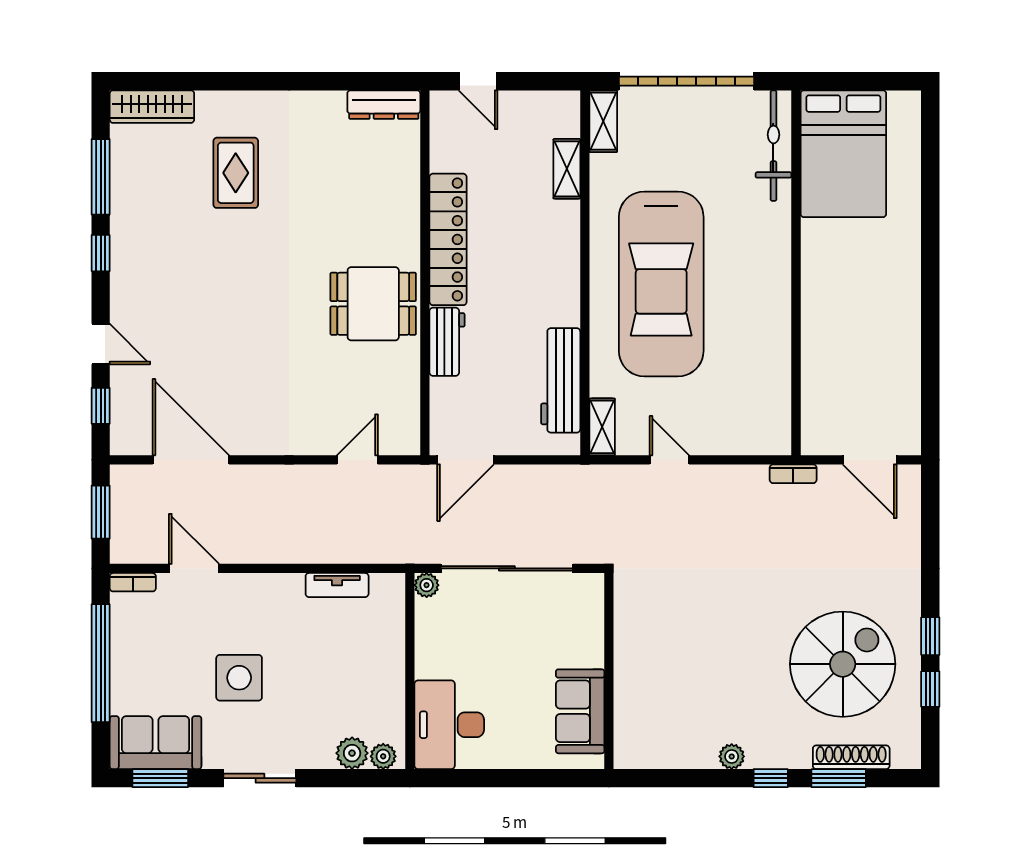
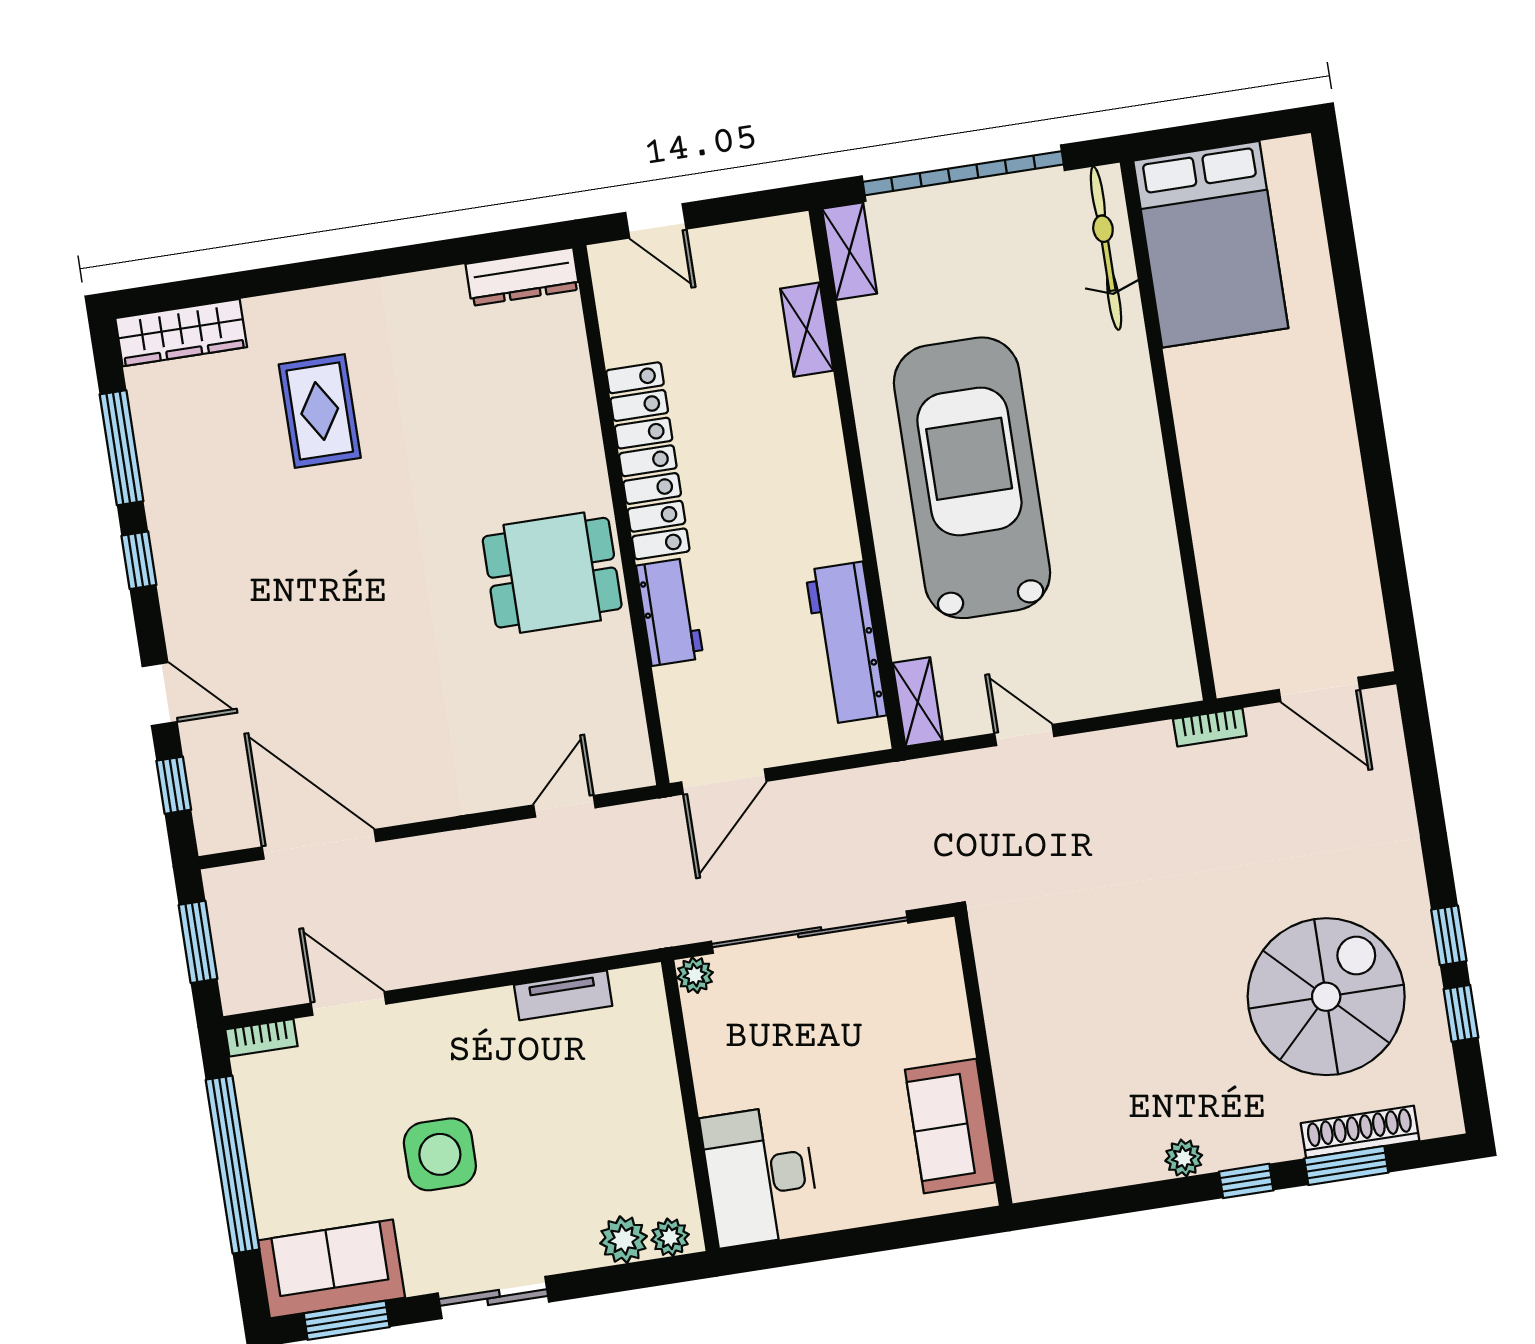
car: (661, 284) -> (972, 478), turned 180

